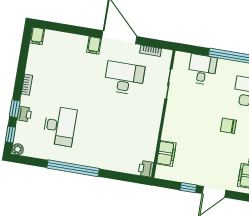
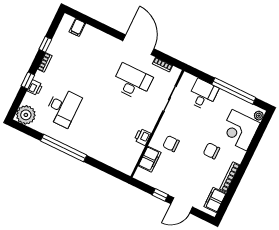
filing cabinet: (37, 36) -> (77, 27), moved
filing cabinet: (94, 45) -> (114, 45), removed
chair: (184, 131) -> (171, 144), added
window: (10, 134) -> (45, 44), moved
plant: (18, 149) -> (26, 115), width x1.87, depth x1.87
printer: (146, 169) -> (143, 137), moved

